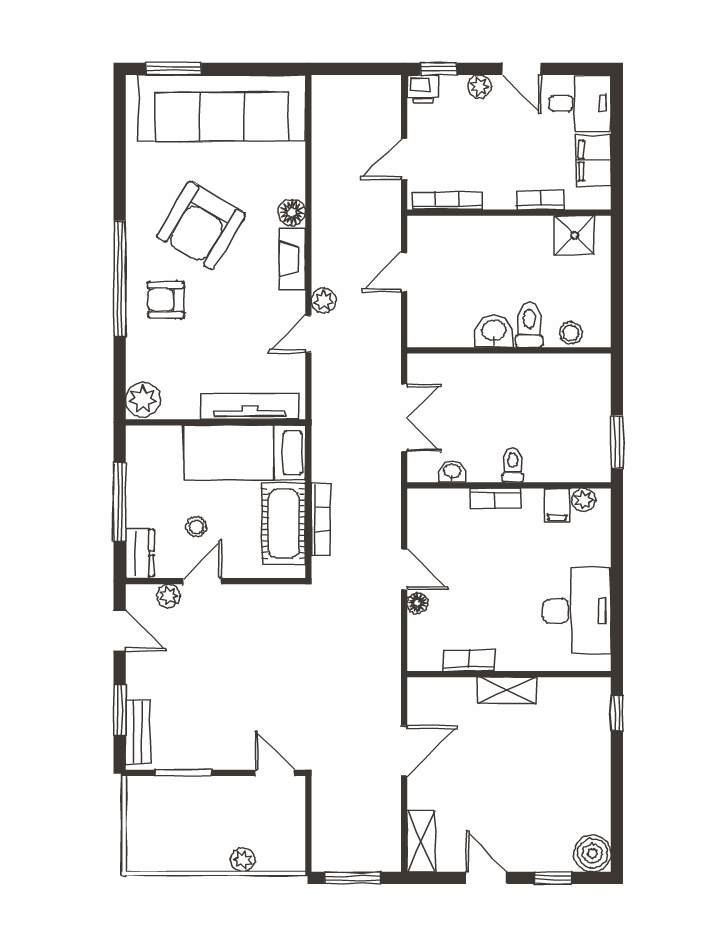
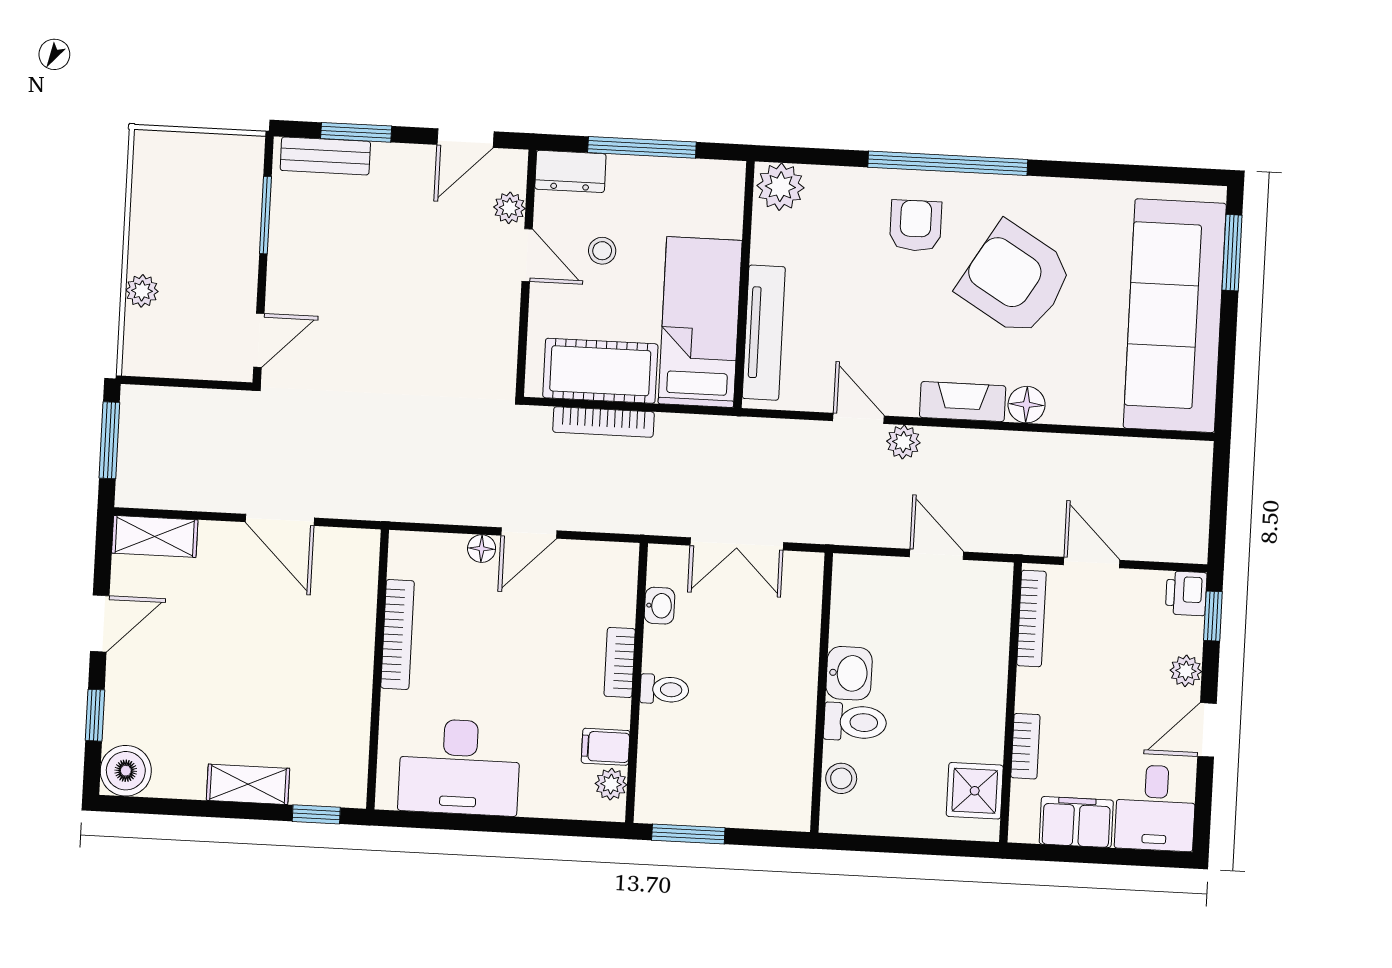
bookcase: (469, 661) -> (398, 634), width x1.56
shelving: (507, 690) -> (248, 784), moved, turned 90

